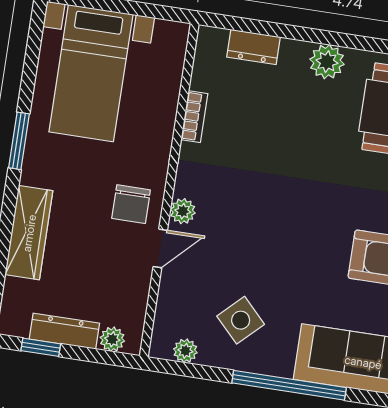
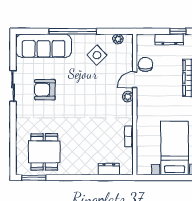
plant: (327, 62) -> (78, 168), removed
chair: (131, 204) -> (145, 64), moved
plant: (112, 339) -> (149, 39), removed

